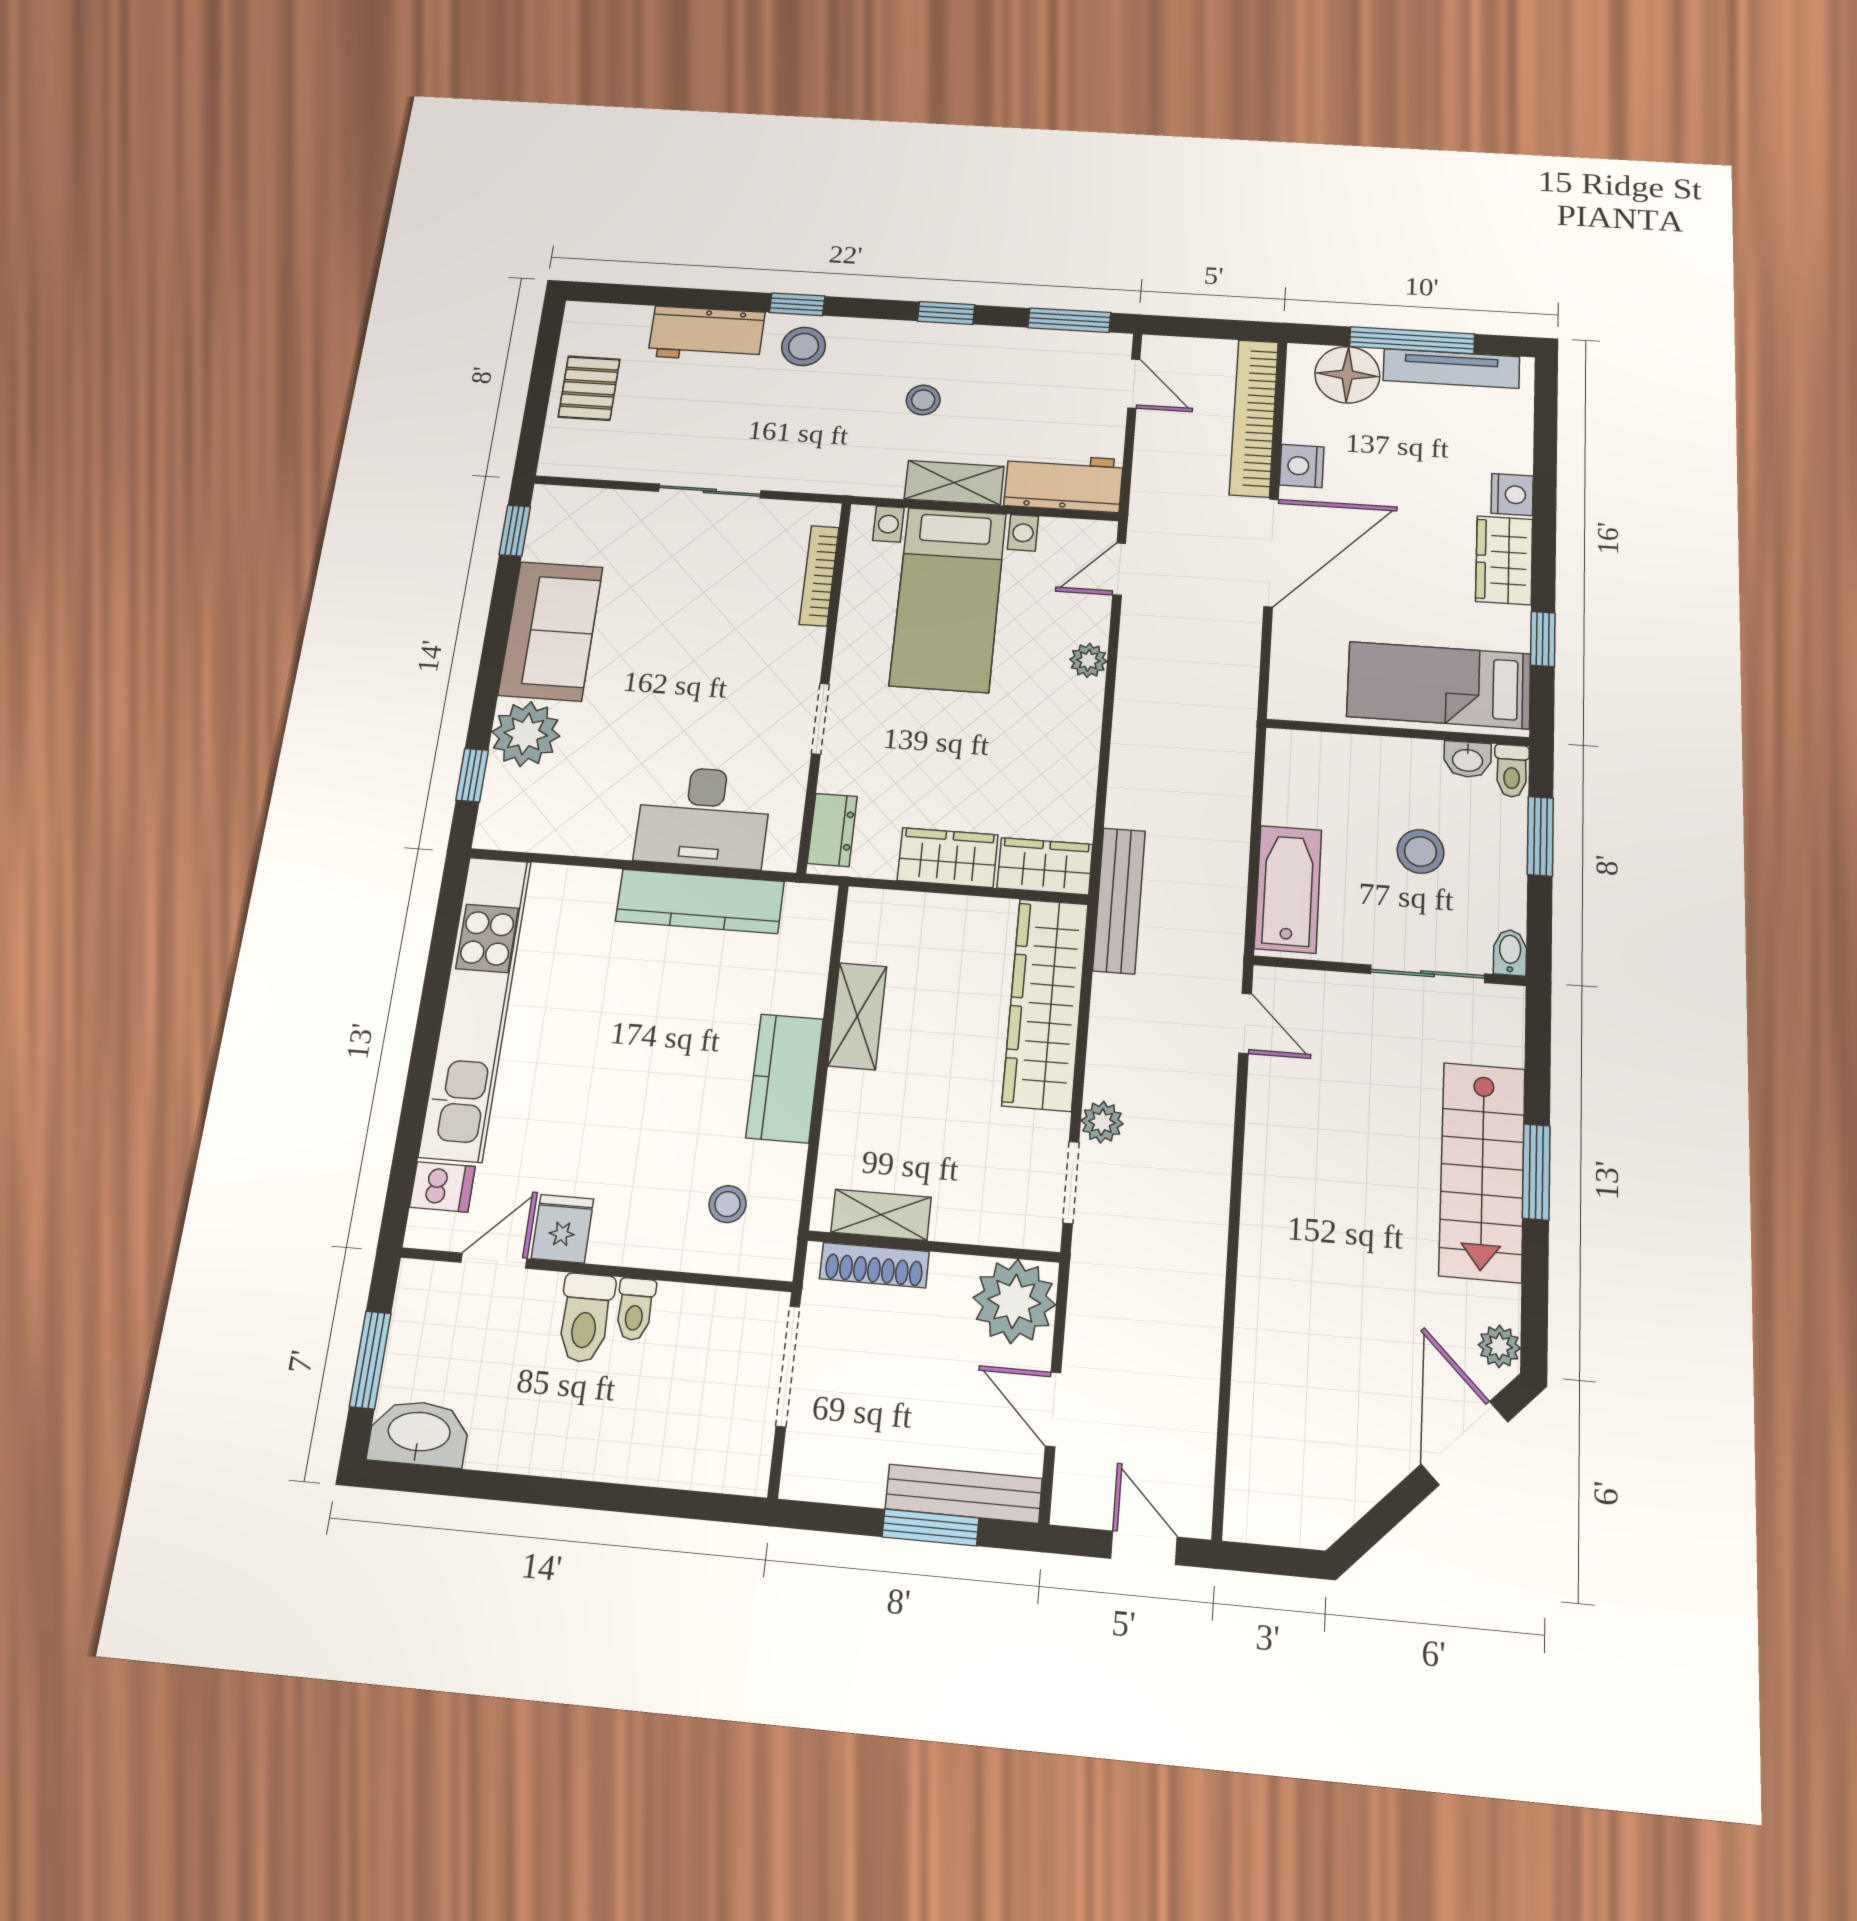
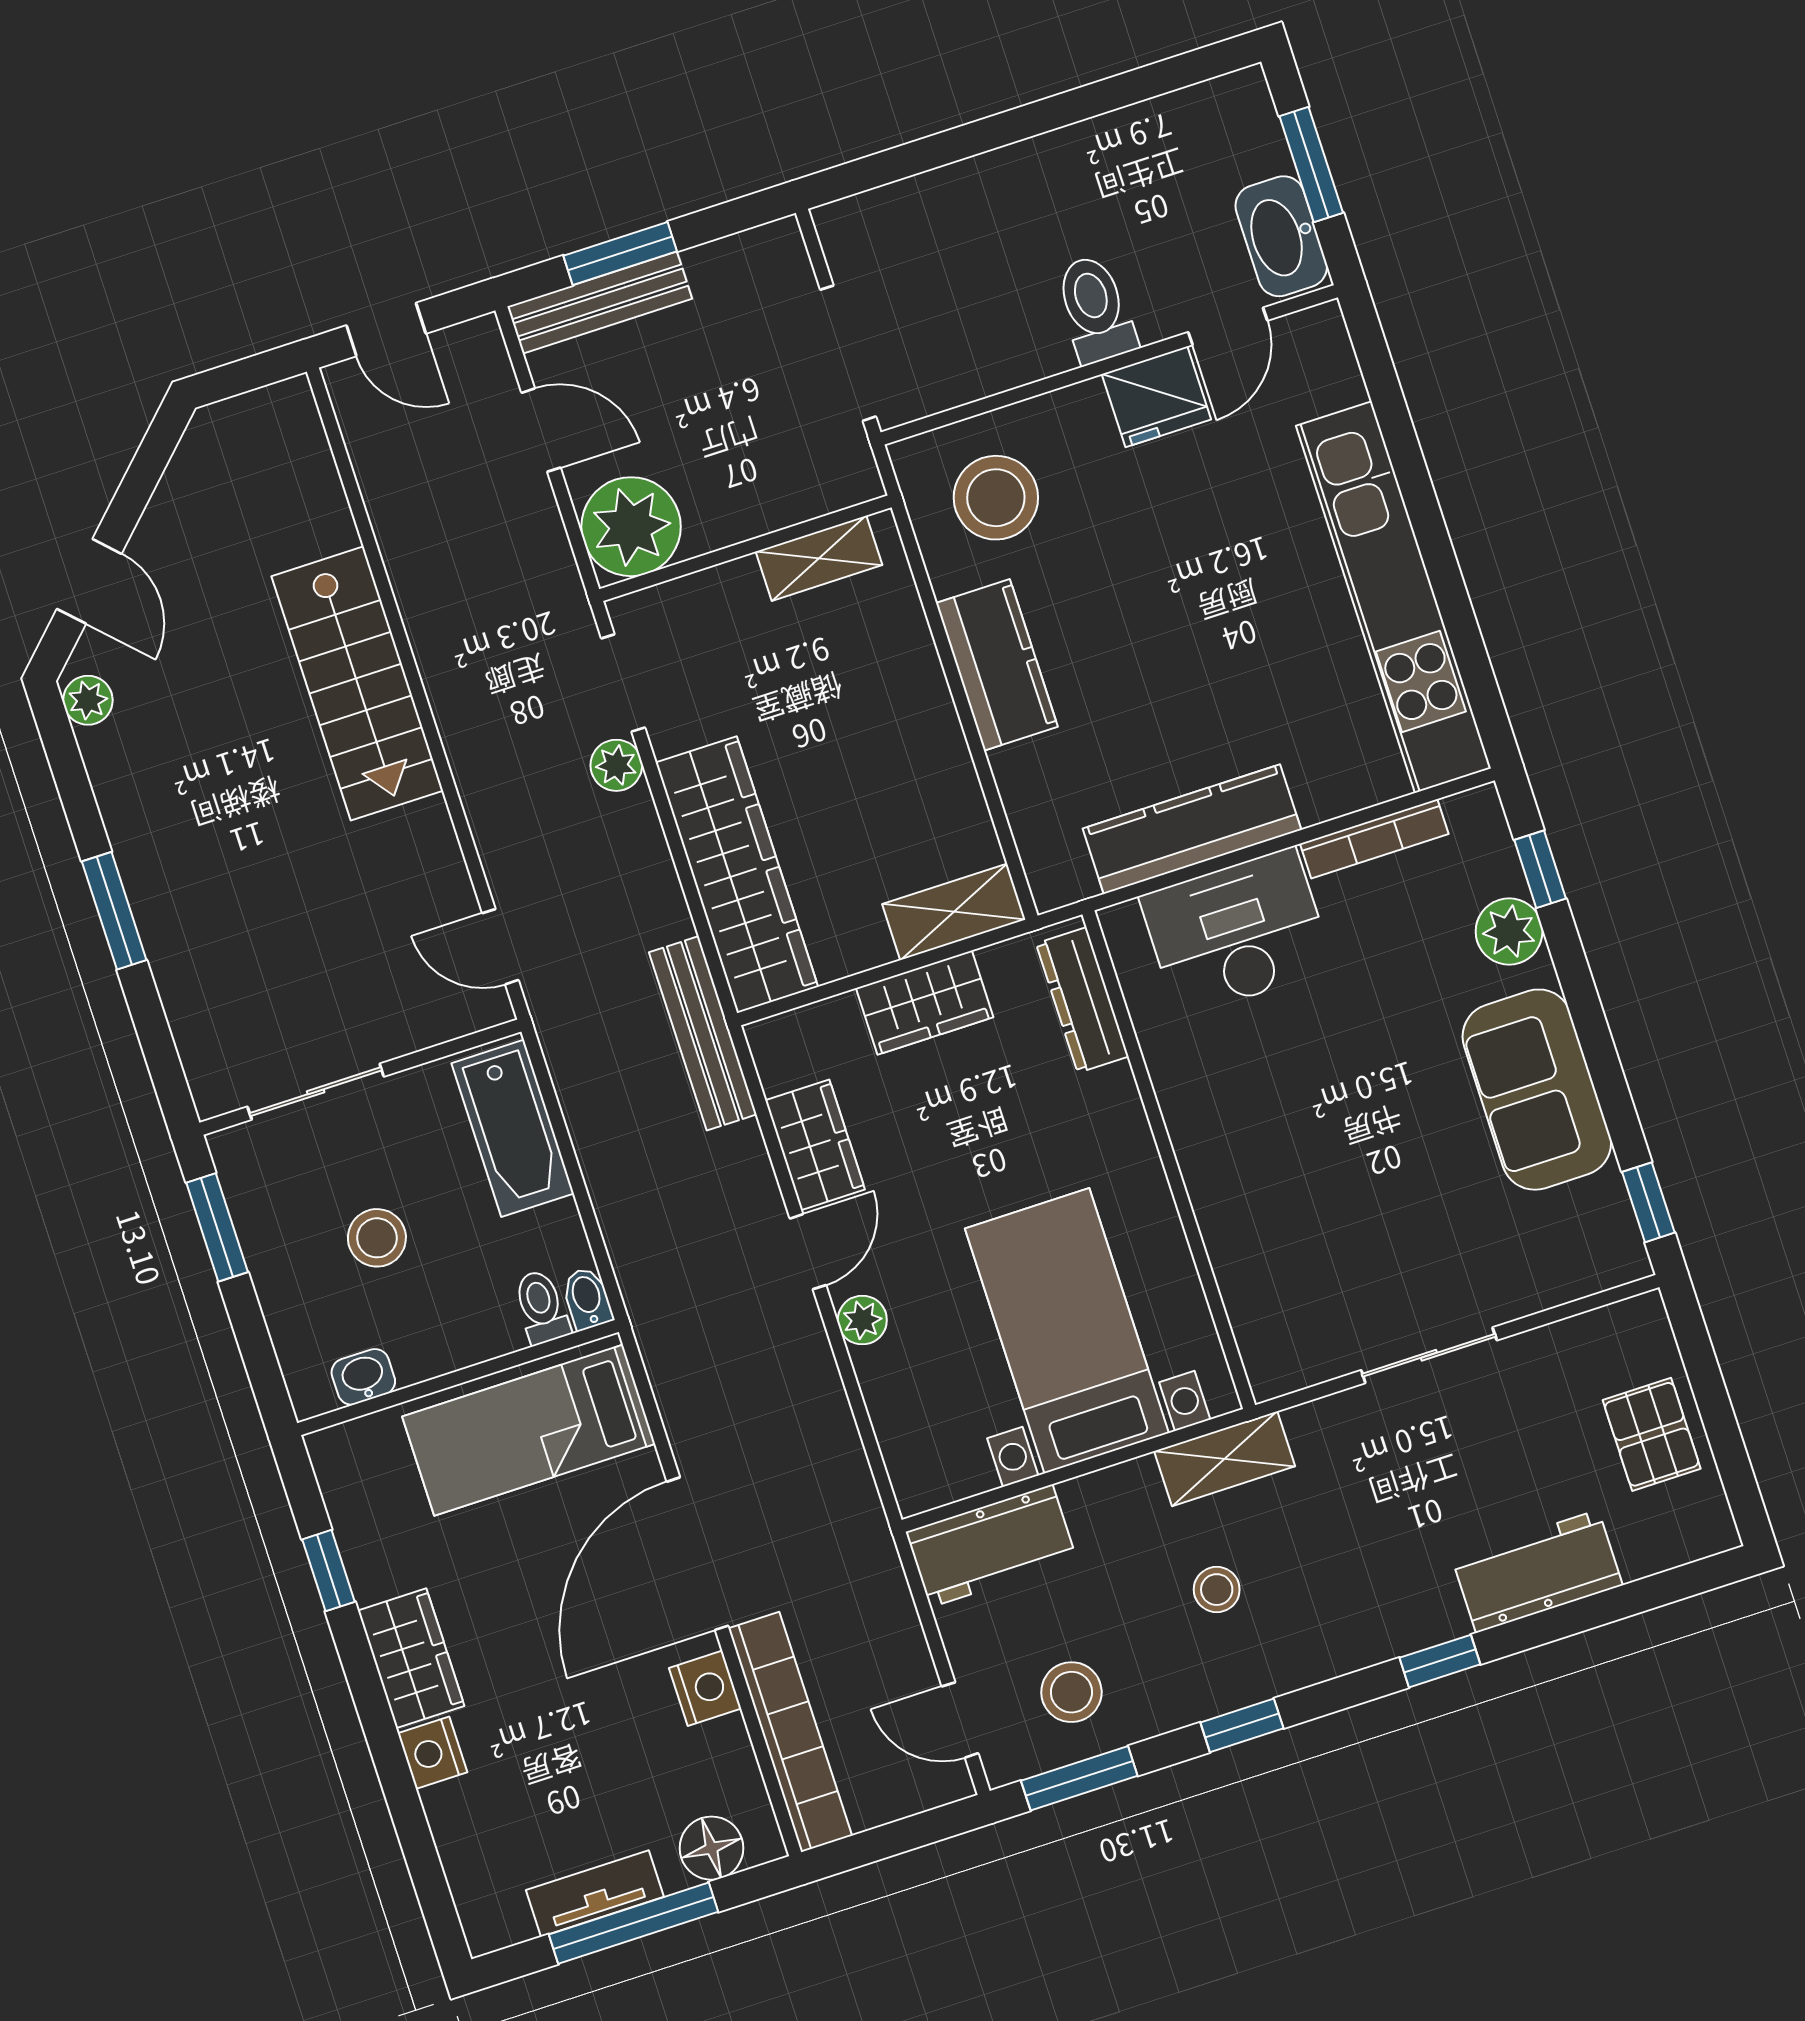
stool: (804, 346) -> (1071, 1692), moved
tv unit: (1451, 369) -> (595, 1893), width x0.71
floor lamp: (1347, 375) -> (711, 1848), width x0.73, depth x0.73
shelving: (954, 483) -> (1225, 1459), moved
door: (1119, 569) -> (808, 1252), moved
bookcase: (819, 576) -> (1374, 839), moved, turned 90
bed: (1439, 685) -> (529, 1430), moved, turned 180
doorway: (820, 719) -> (1153, 1112), removed
plant: (526, 734) -> (1509, 931), width x0.73, depth x0.73
toilet: (1512, 771) -> (541, 1307), moved
dresser: (832, 830) -> (1082, 1000), width x1.44
window: (1540, 836) -> (217, 1227), moved
wardrobe: (1045, 866) -> (815, 1145), moved, turned -90
bidet: (1510, 952) -> (587, 1298), moved, turned 180
shelving: (857, 1016) -> (954, 912), moved, turned 90
stairs: (1482, 1171) -> (357, 683), moved, turned 180
dishwasher: (442, 1187) -> (1327, 381), removed
stool: (728, 1204) -> (996, 498), width x1.89, depth x1.89
fridge: (562, 1229) -> (1156, 397), width x1.38
shoe rack: (874, 1265) -> (802, 500), removed
toilet: (635, 1309) -> (1045, 342), removed
washbasin: (419, 1433) -> (1281, 236), moved, turned 90
door: (1464, 1443) -> (89, 581), width x0.73

